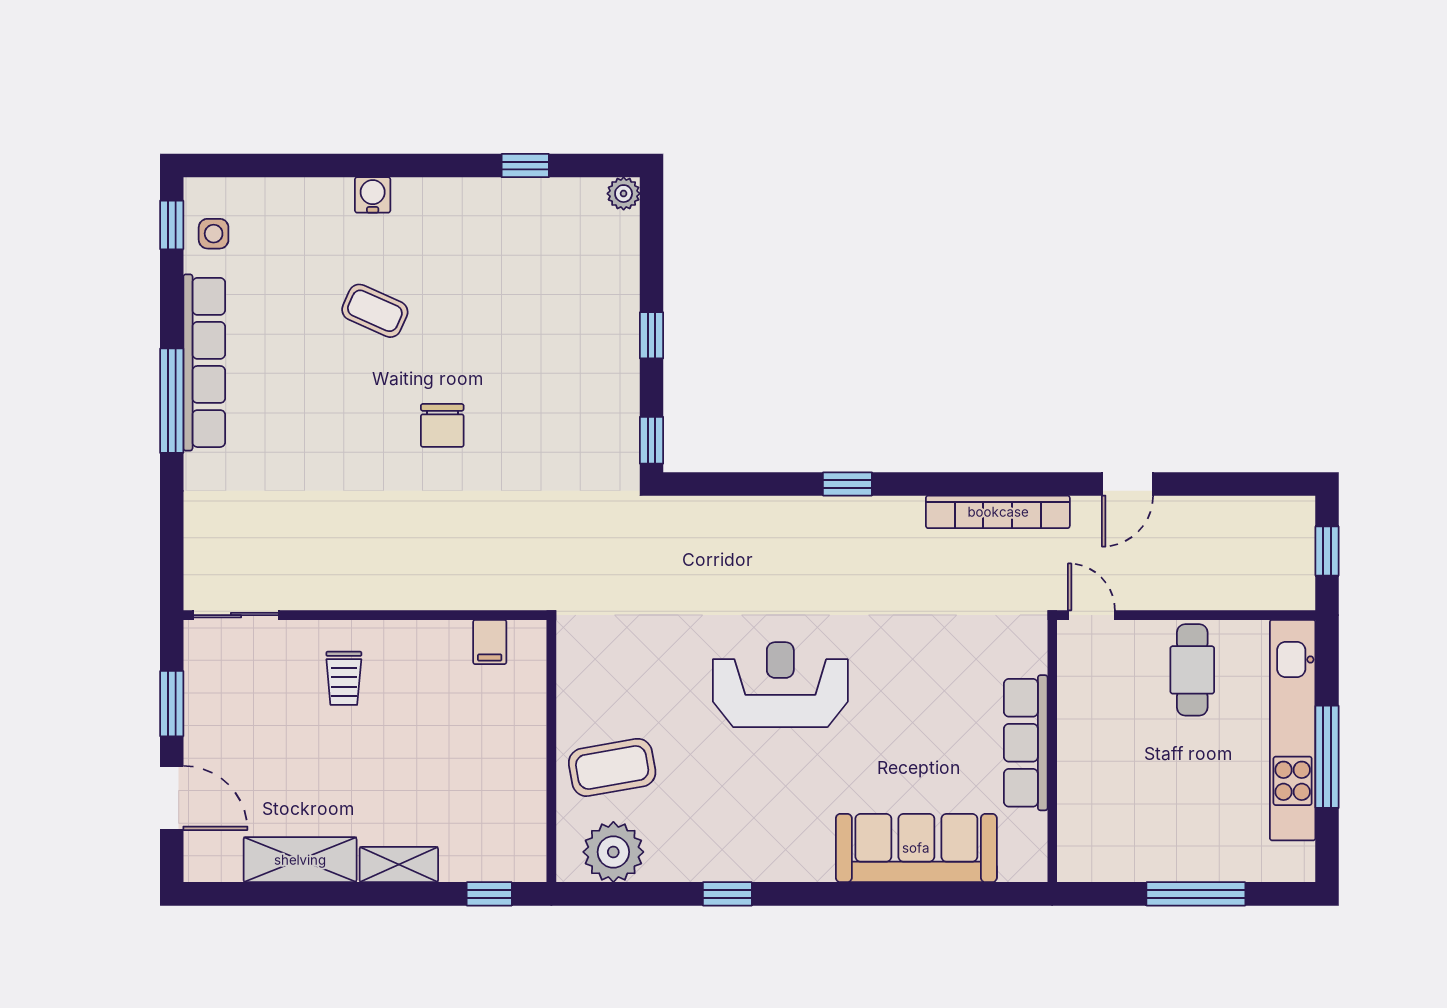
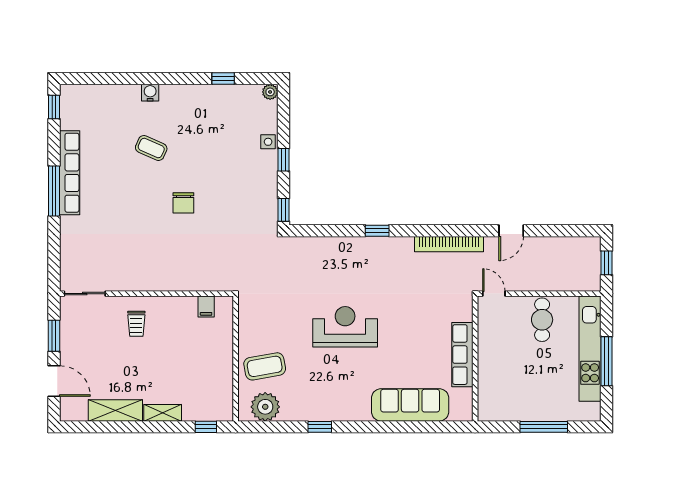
side table: (214, 234) -> (268, 142), moved

